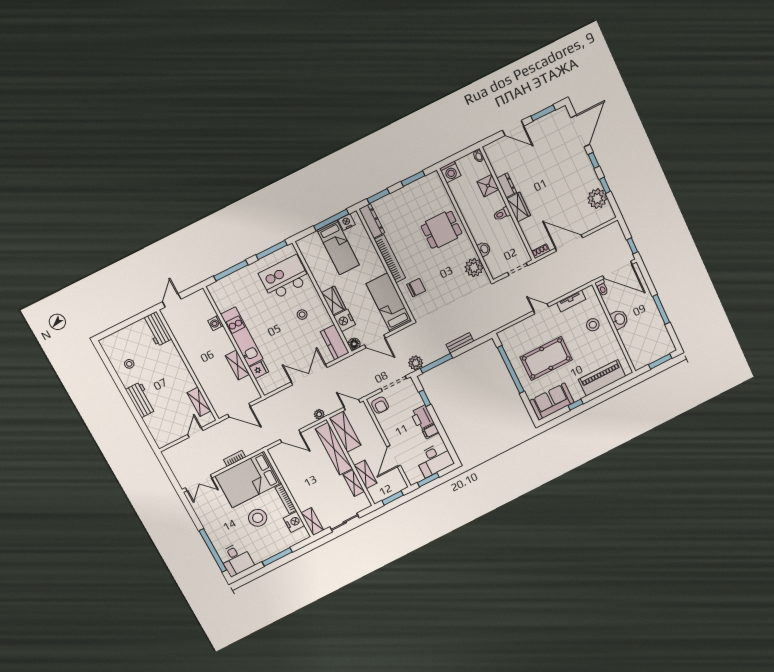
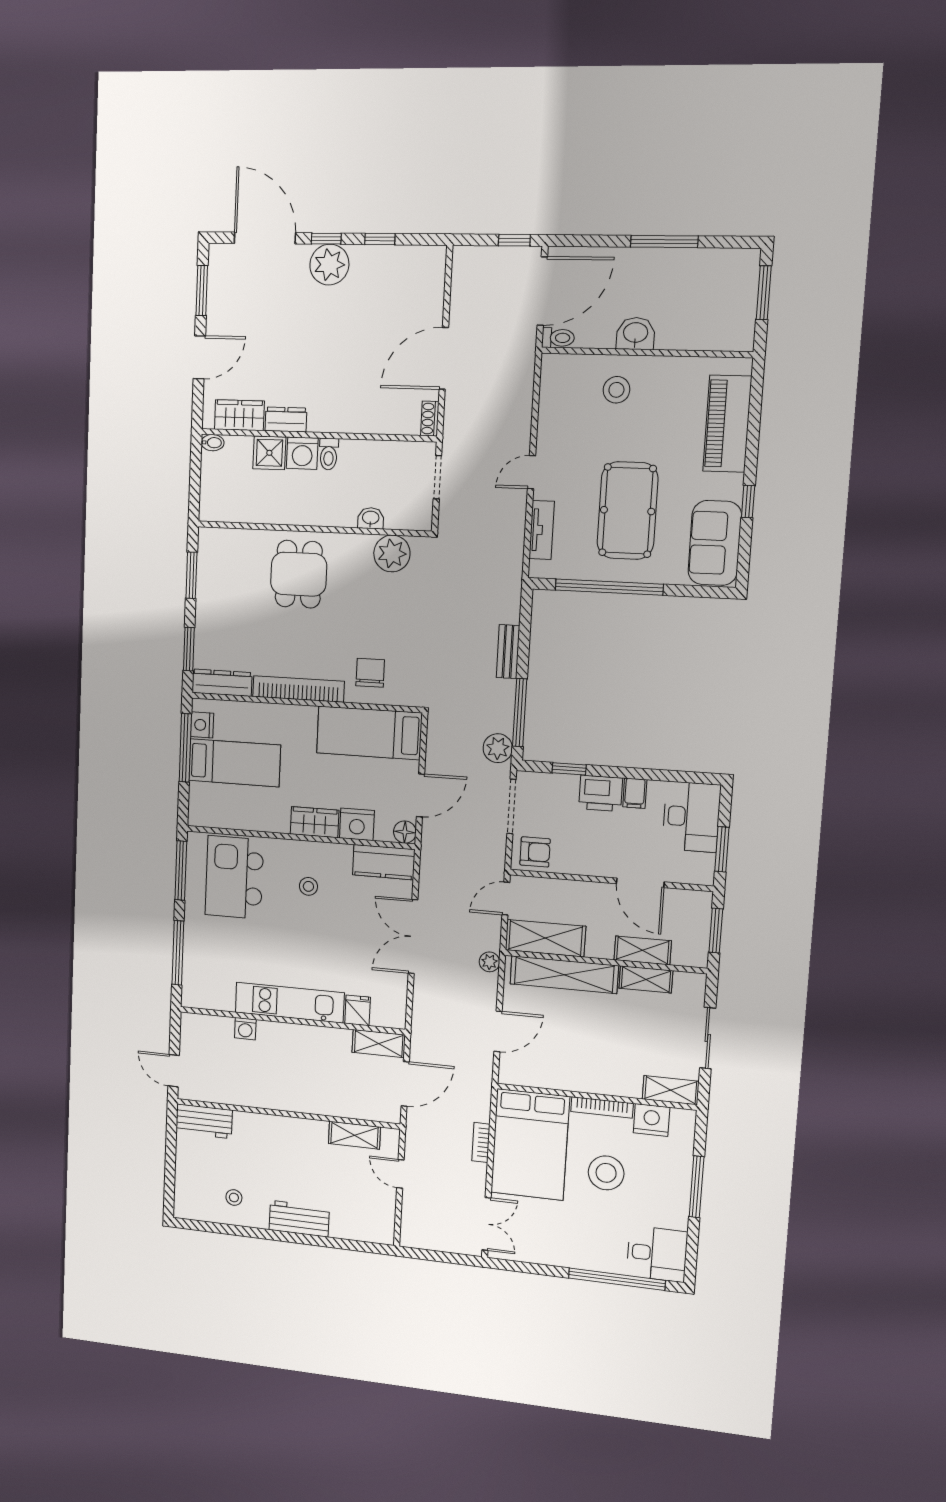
washing machine: (450, 172) -> (302, 453), moved, turned 90
plant: (597, 199) -> (329, 265), moved
wardrobe: (519, 207) -> (239, 415), moved
tv unit: (571, 301) -> (542, 530), moved
shelving: (237, 365) -> (379, 1044), moved

